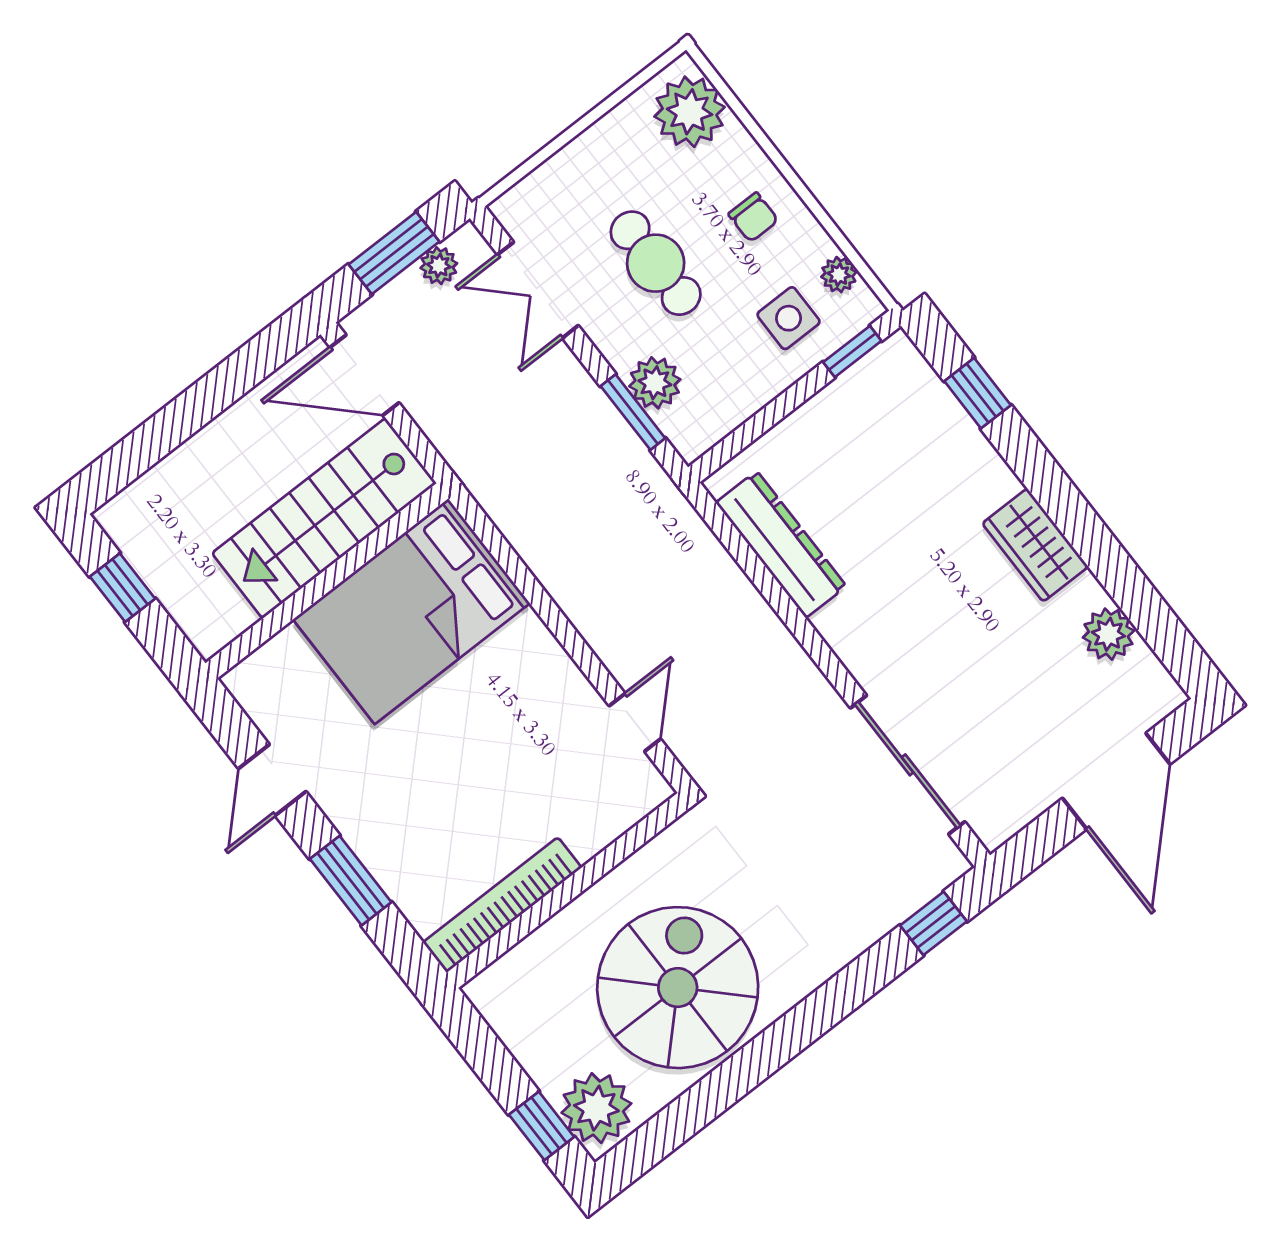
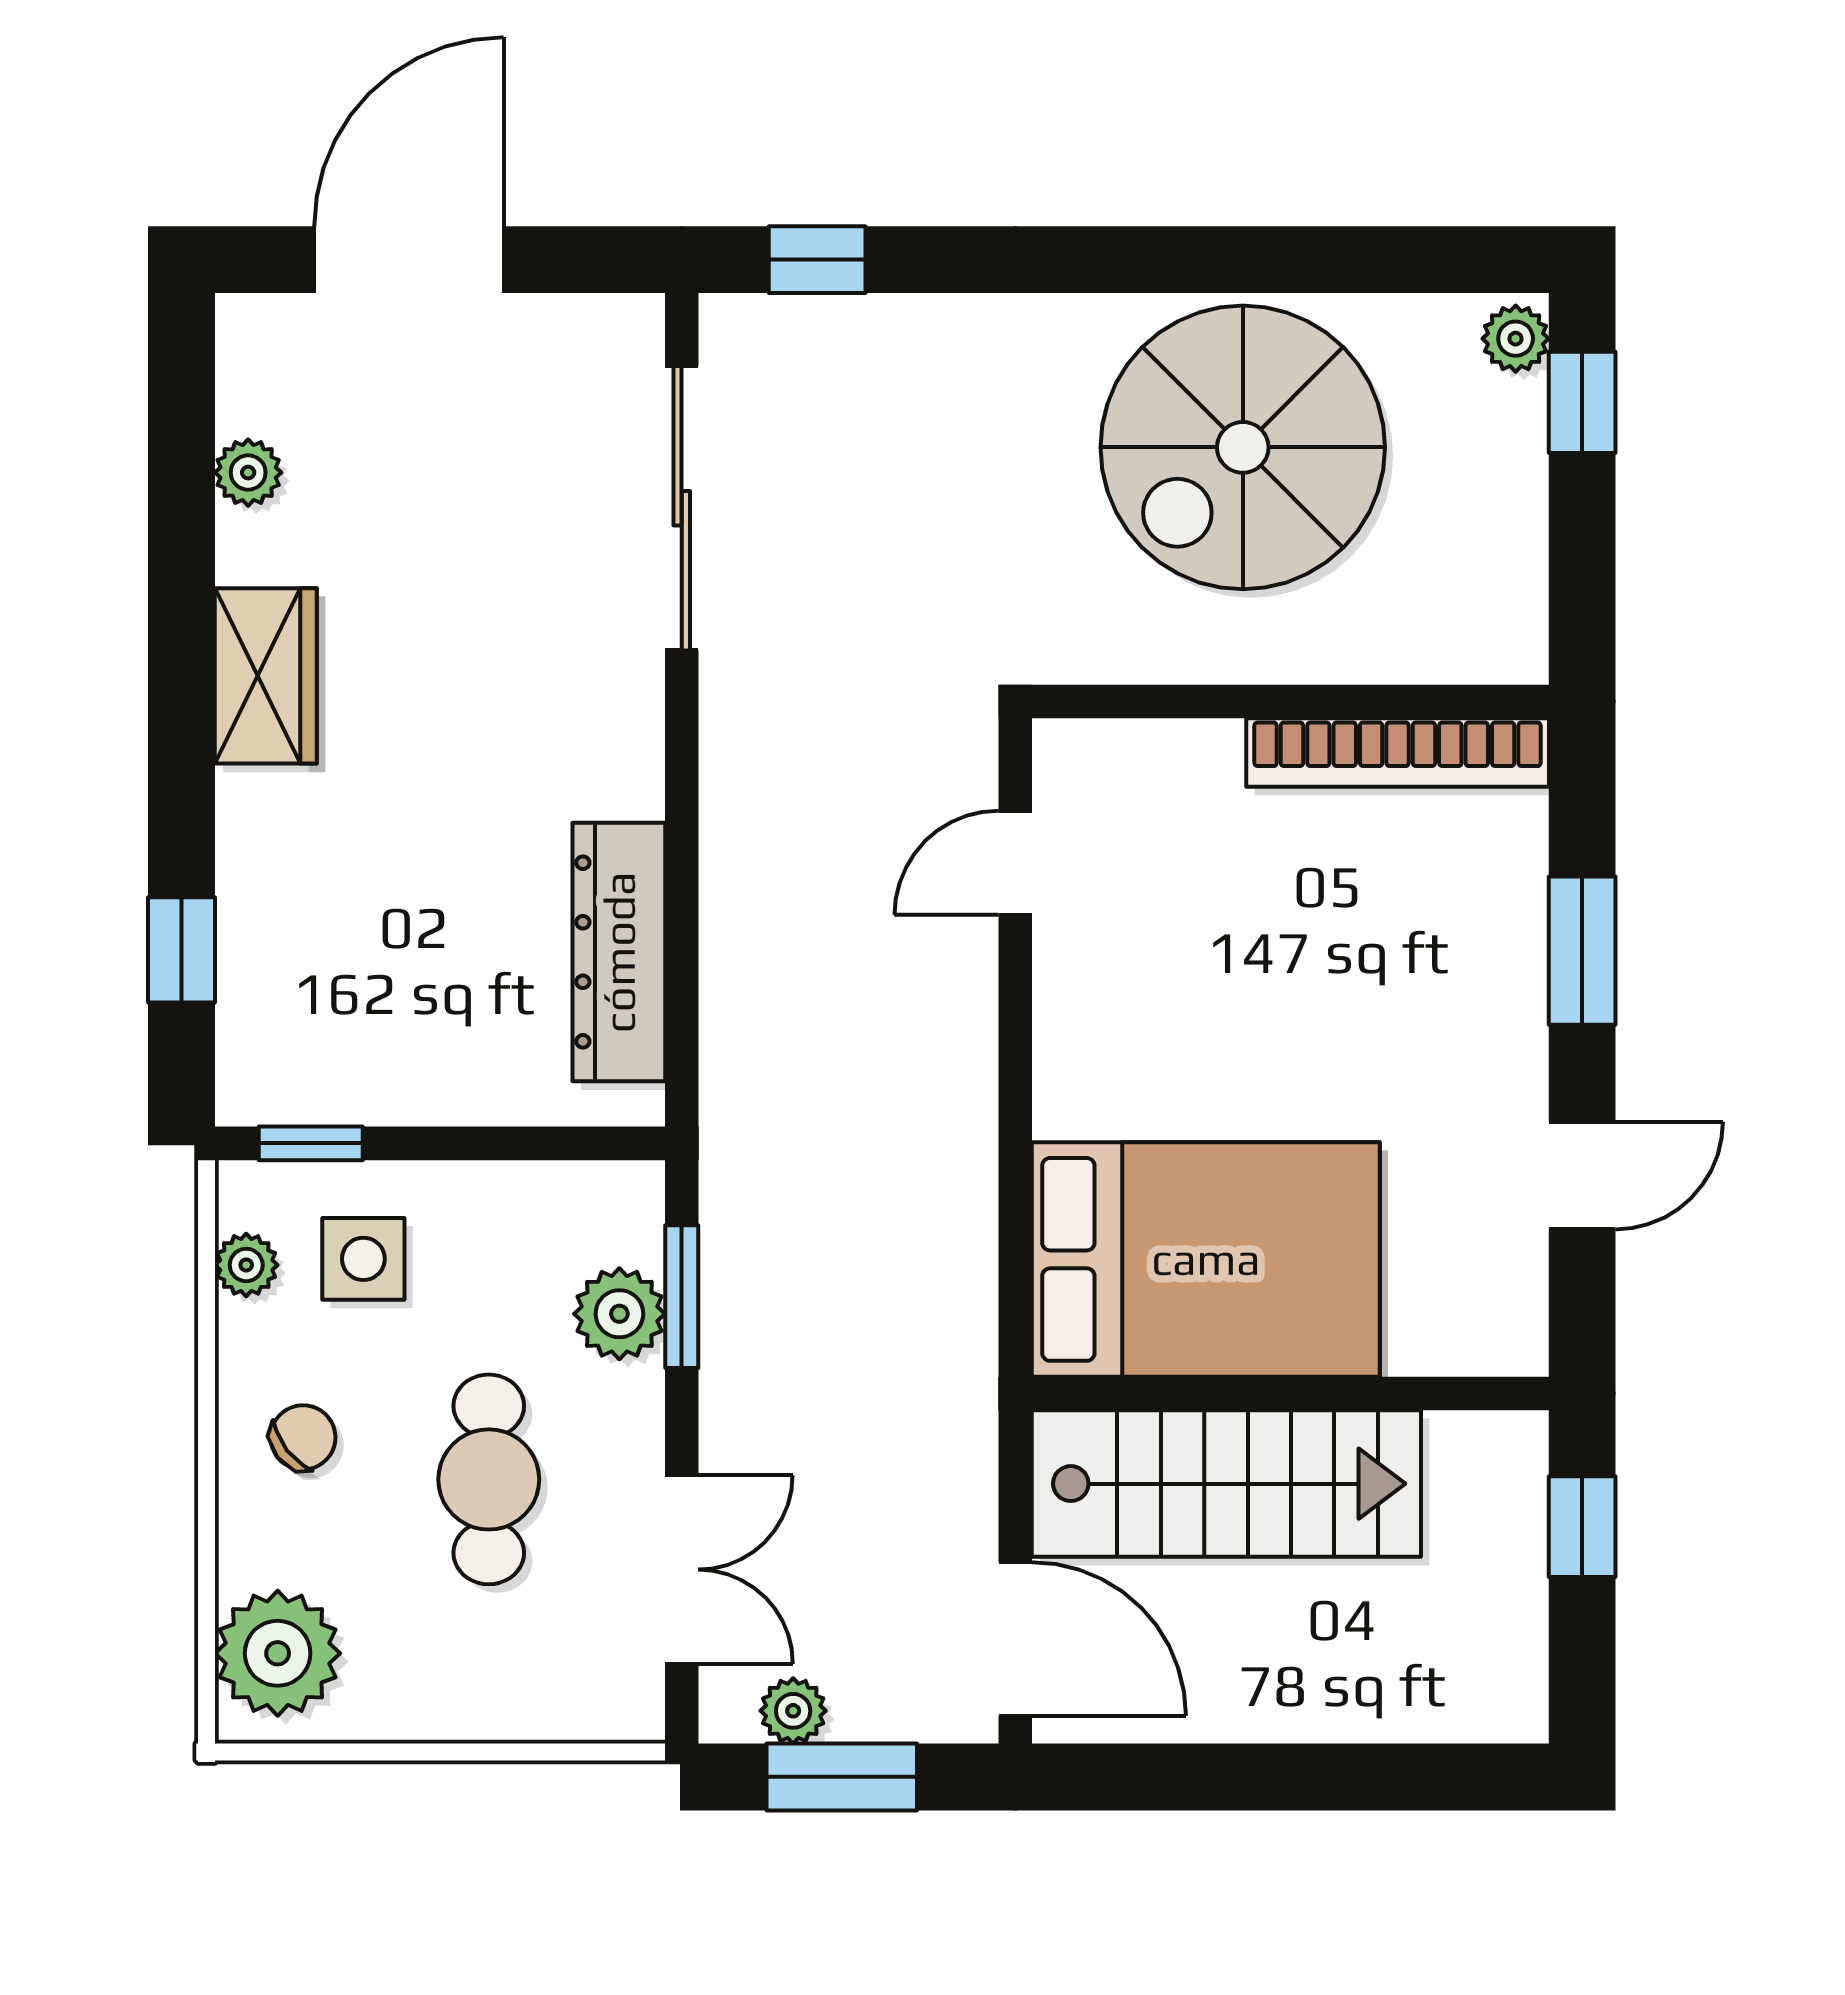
chair: (753, 217) -> (303, 1437), turned 52
window: (123, 588) -> (1582, 1527), moved
plant: (1108, 634) -> (248, 473), width x0.73, depth x0.73
plant: (596, 1108) -> (1516, 339), width x0.53, depth x0.53

